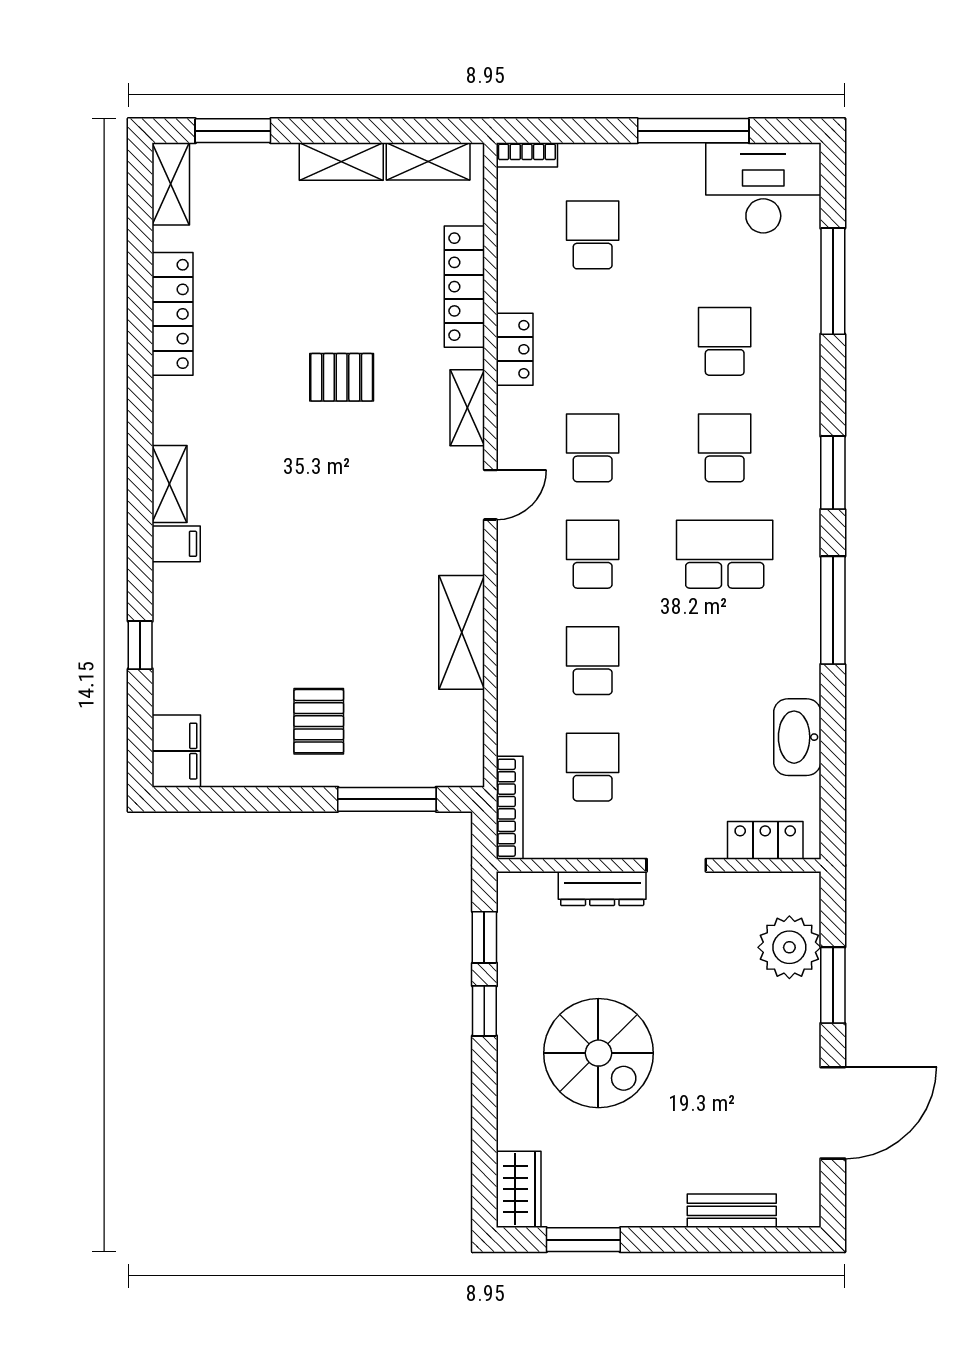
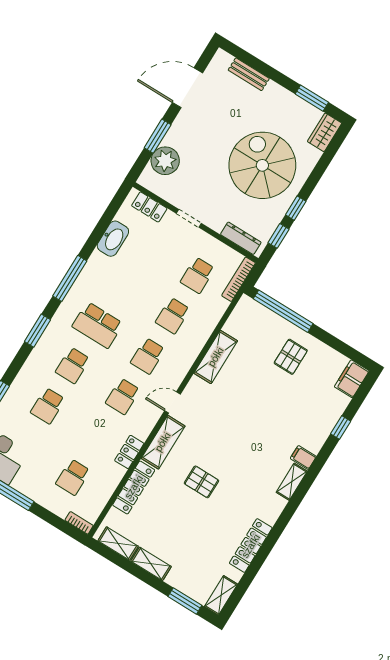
shelving: (467, 408) -> (163, 442), width x1.50, depth x1.33
window: (387, 799) -> (283, 311), width x1.46
dresser: (602, 888) -> (241, 238), moved
spiral stairs: (598, 1053) -> (262, 165), width x1.37, depth x1.37

